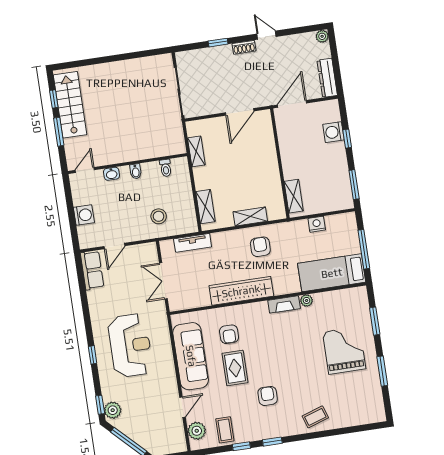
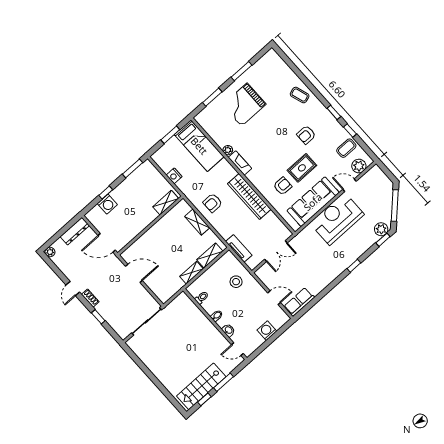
shelving: (196, 151) -> (192, 273), moved
window: (364, 249) -> (170, 135), width x0.69
reception desk: (130, 345) -> (337, 219), moved

